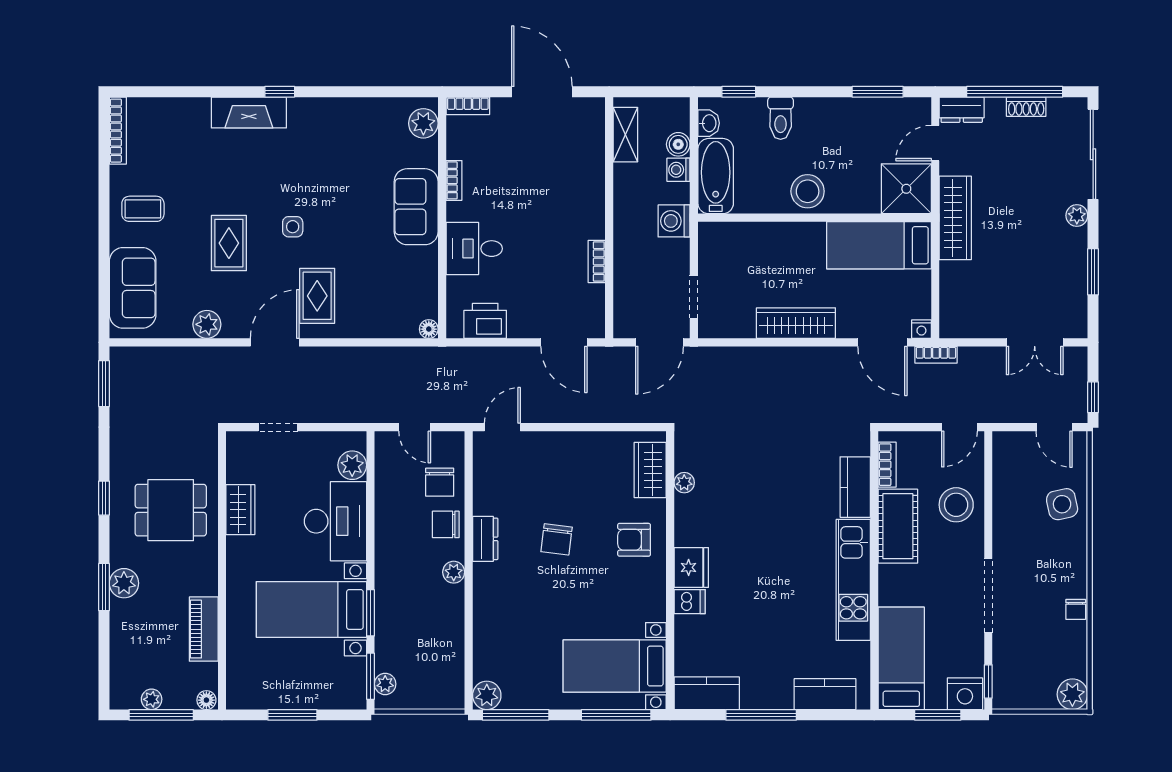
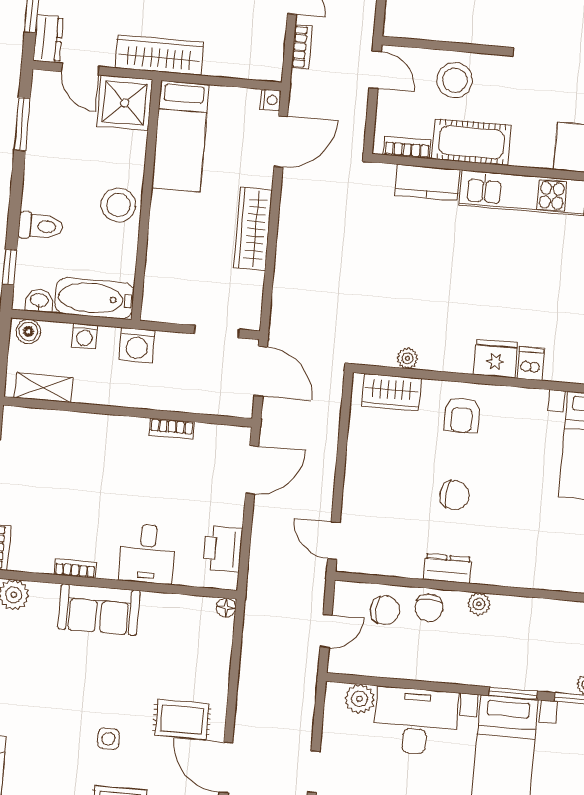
boiler: (678, 144) -> (28, 331), moved
bookcase: (936, 355) -> (302, 47), moved

